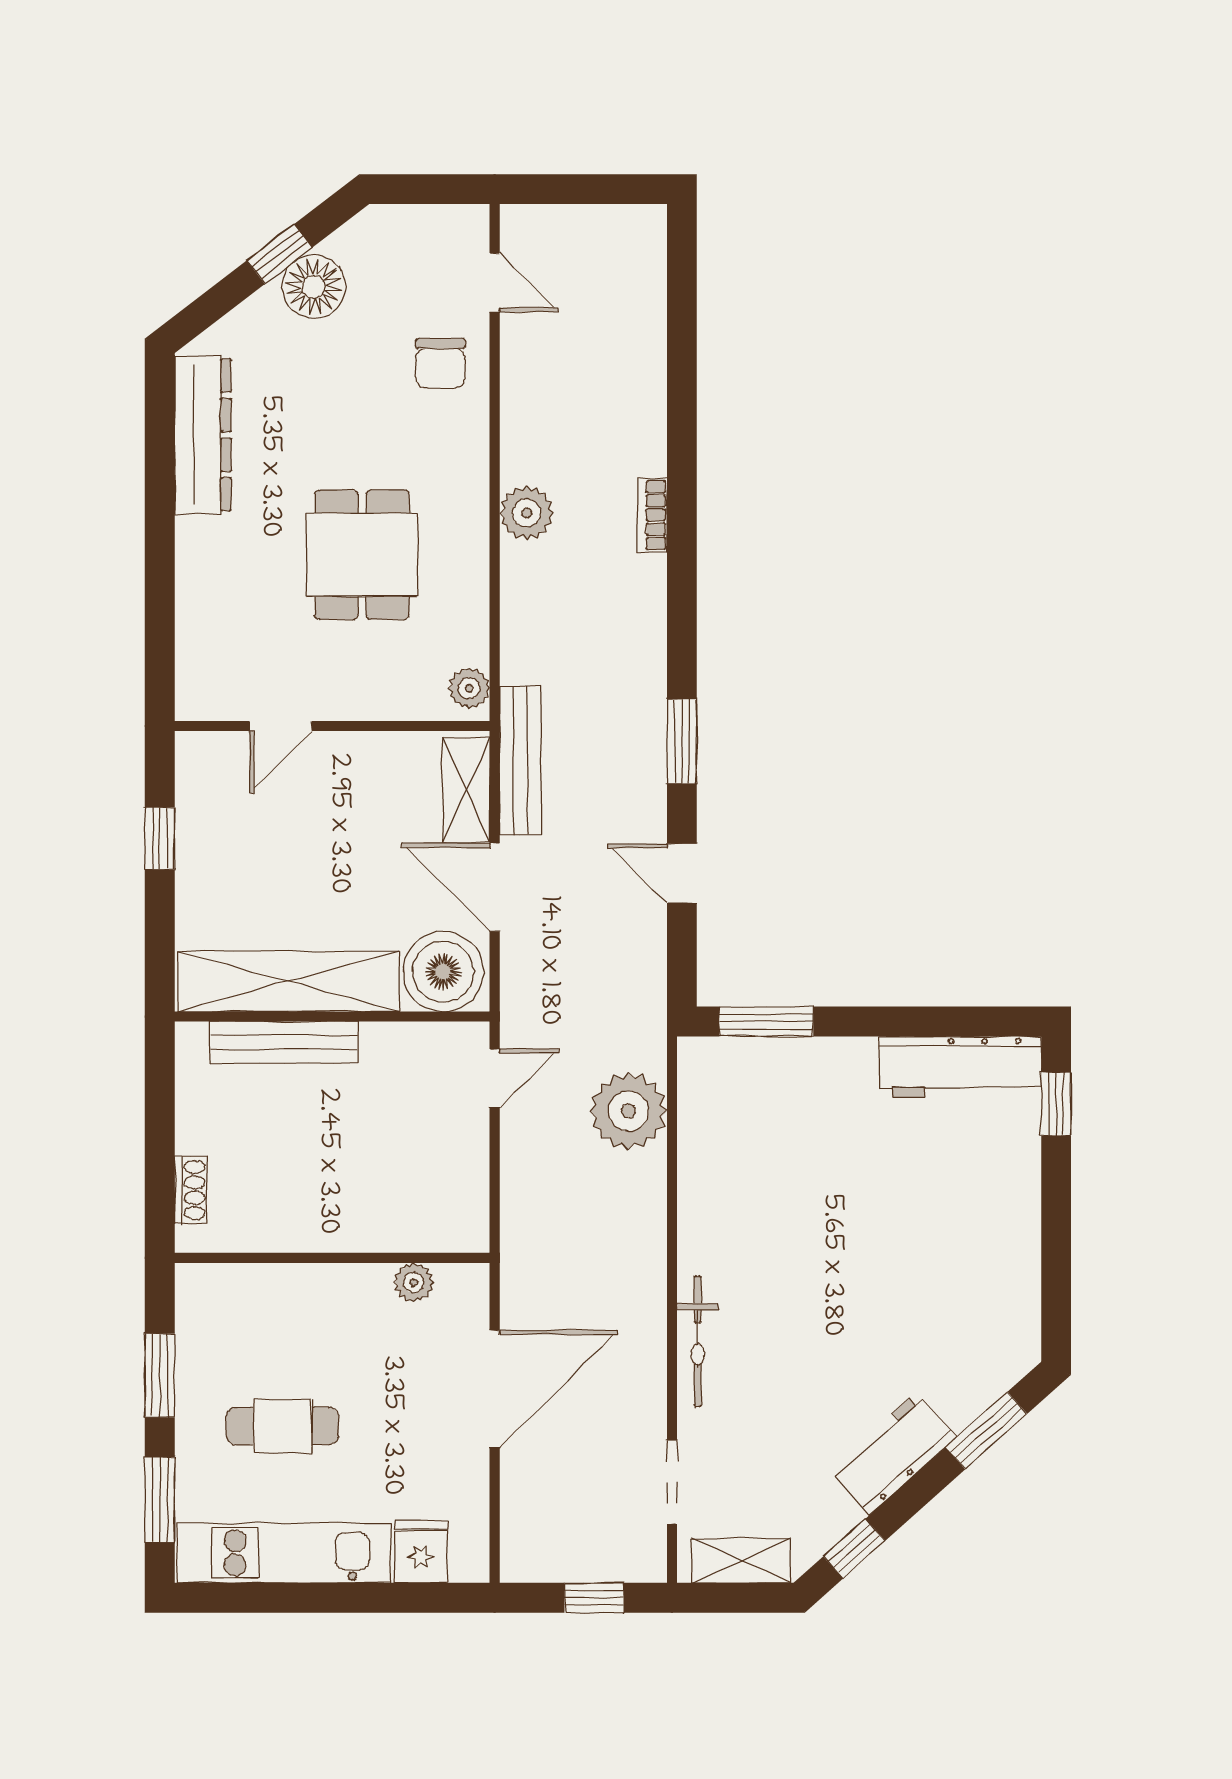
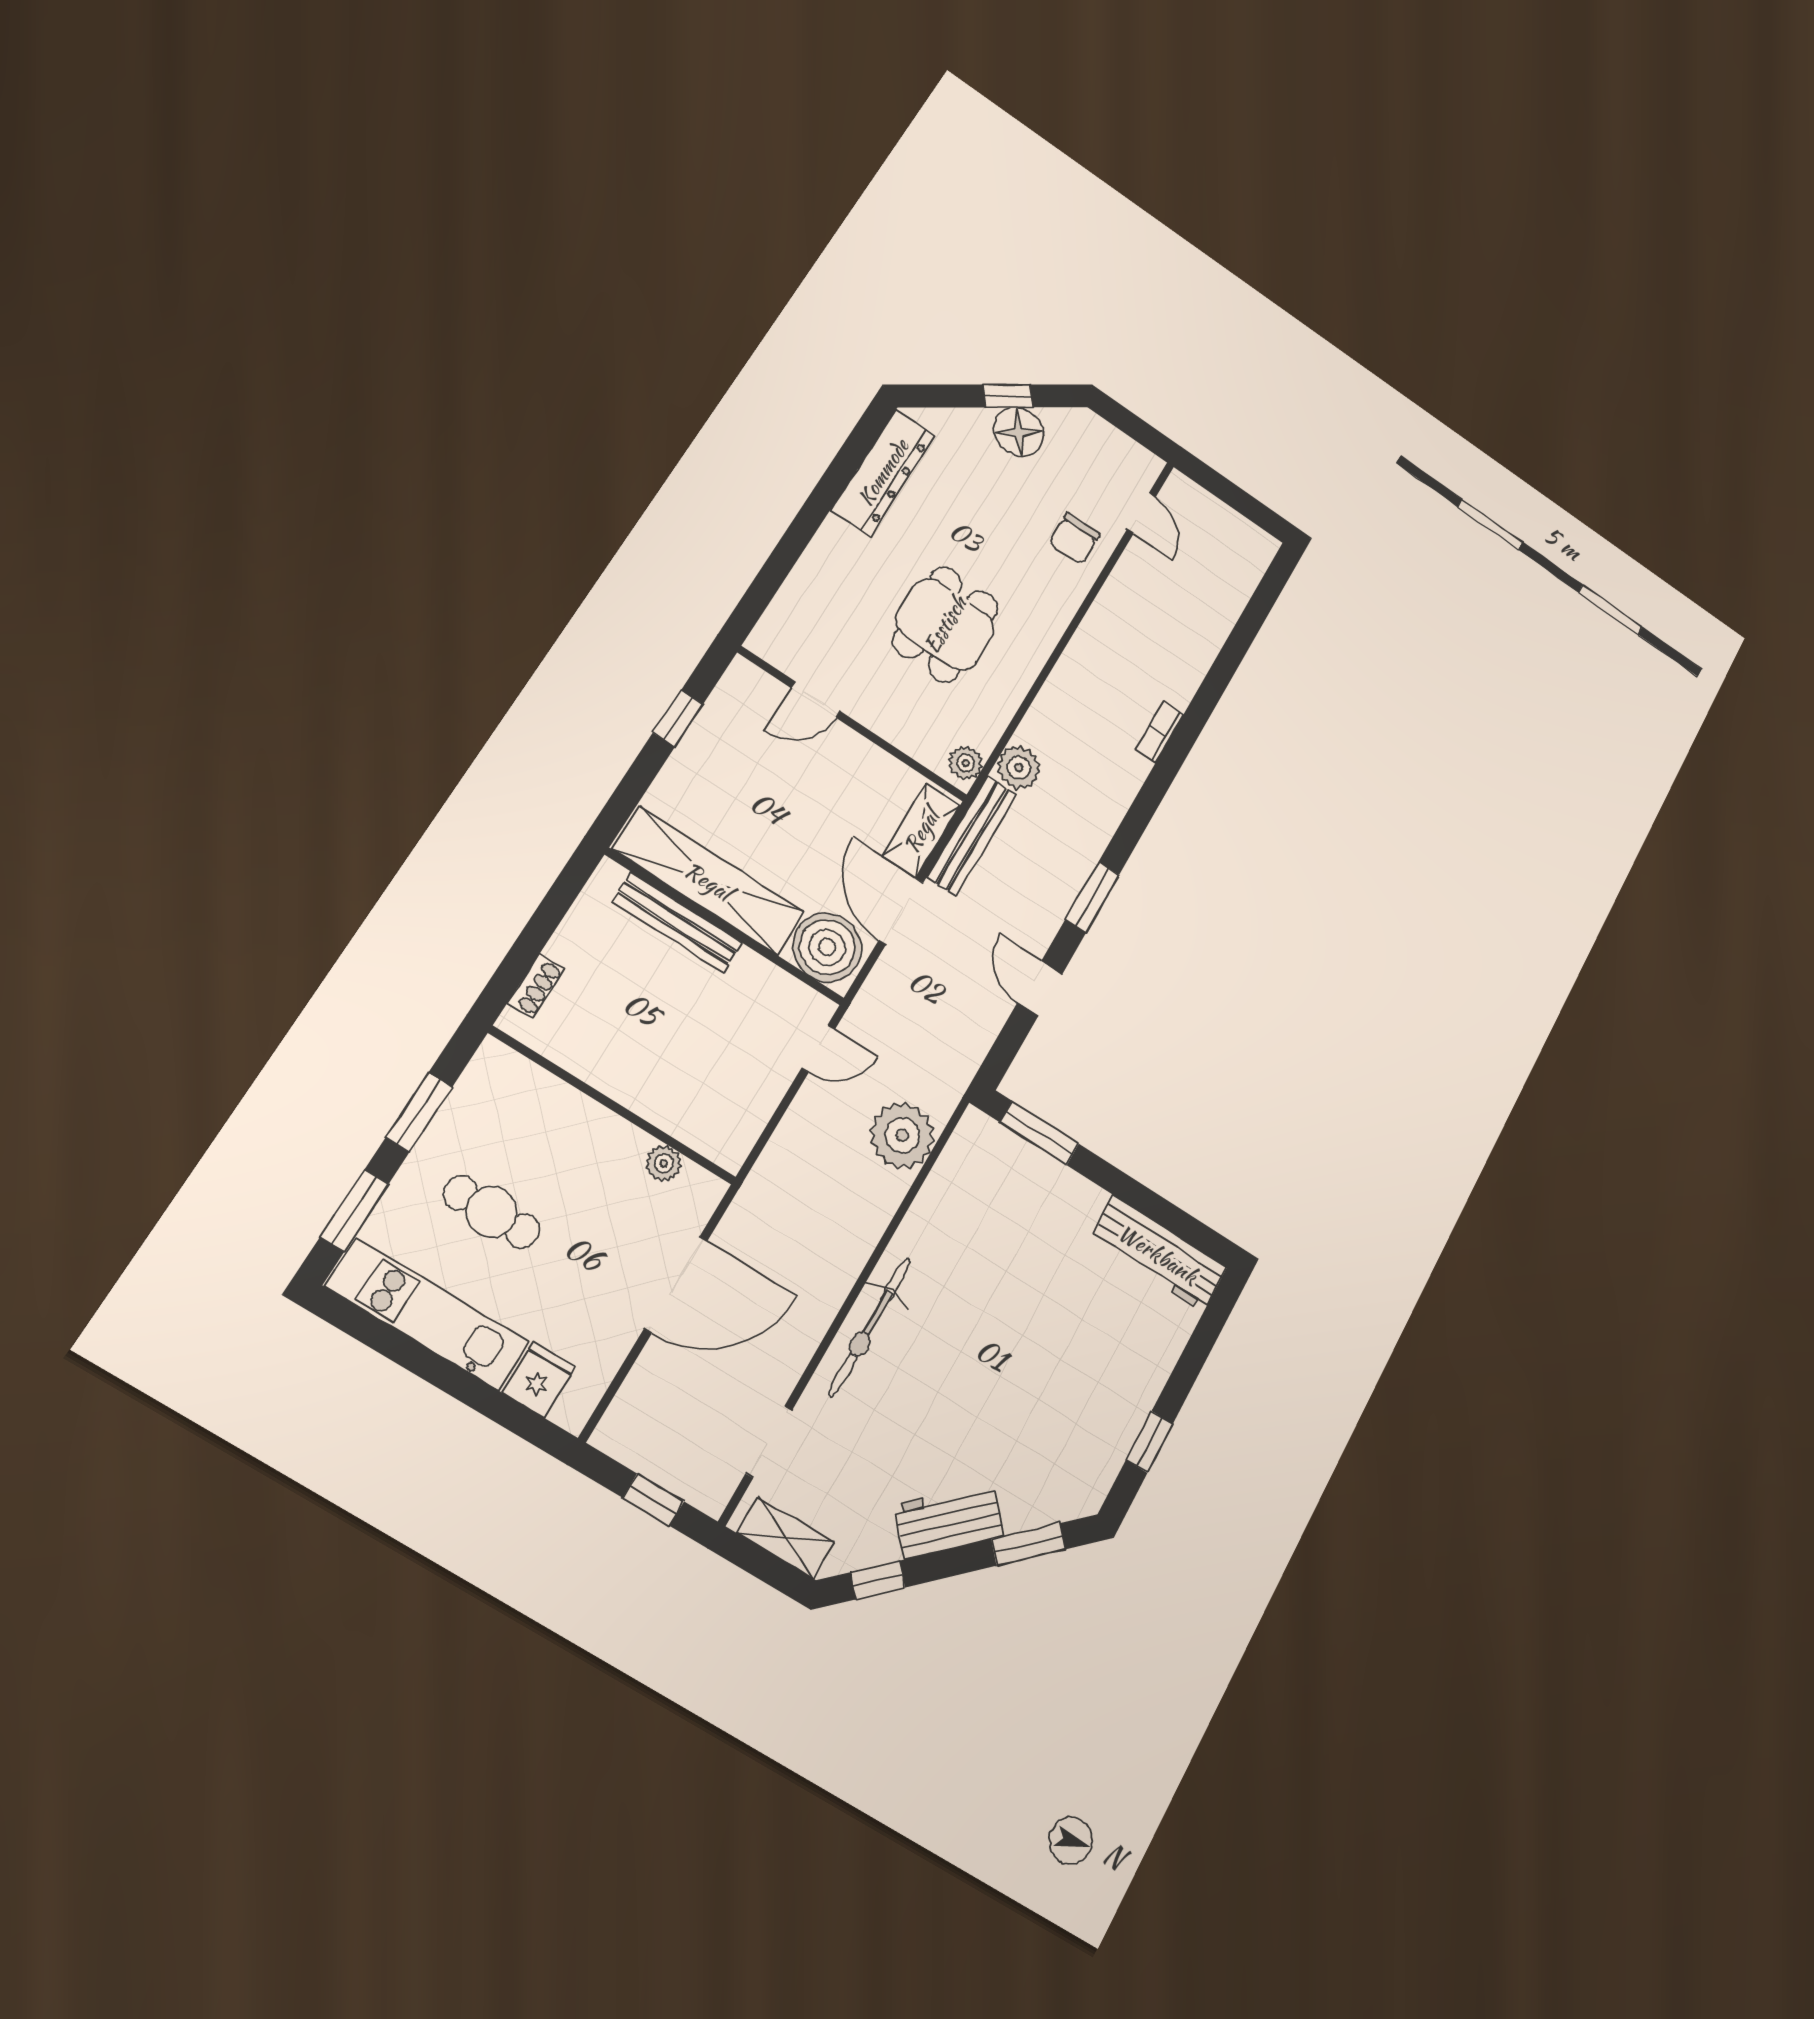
plant: (527, 513) -> (1019, 768), moved
window: (1056, 1104) -> (1150, 1442), moved
bicycle: (698, 1341) -> (869, 1327), width x1.37, depth x1.40

